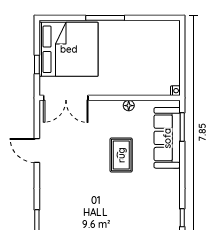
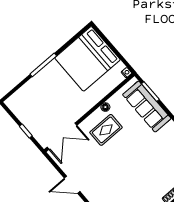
bed: (69, 49) -> (87, 59), moved, turned 180
rug: (121, 155) -> (106, 130), moved, turned 90

